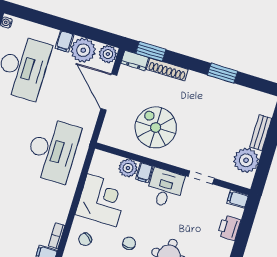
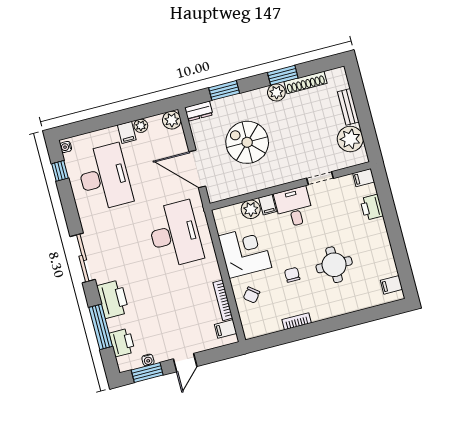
plant: (83, 50) -> (141, 126), width x0.53, depth x0.53
window: (151, 51) -> (224, 90), moved
shoe rack: (167, 69) -> (305, 82), moved
plant: (209, 84) -> (276, 92), added
door: (109, 92) -> (197, 169), moved
spiral stairs: (156, 127) -> (247, 142), moved
bookcase: (57, 236) -> (223, 300), width x1.56

